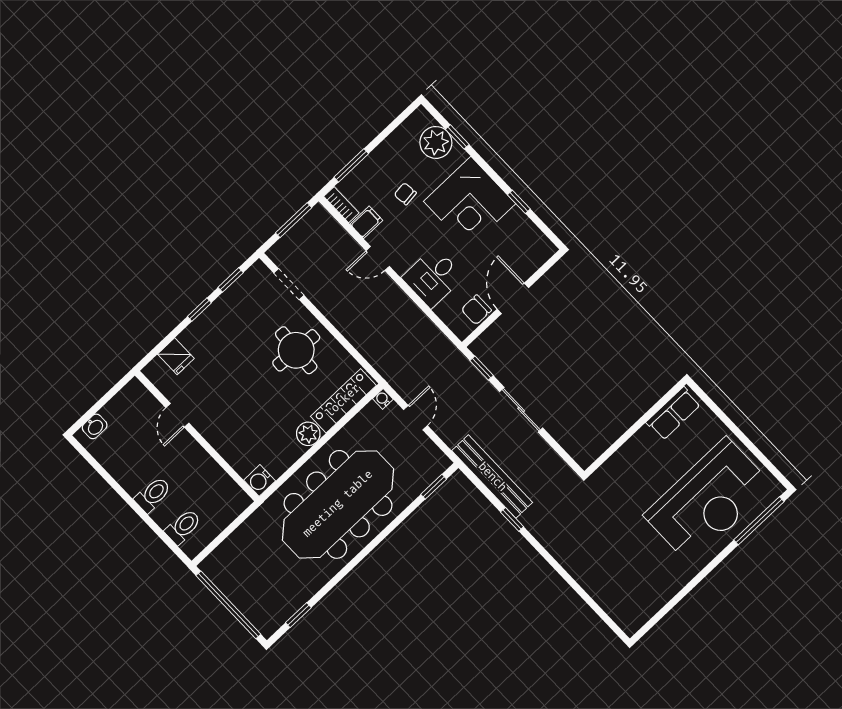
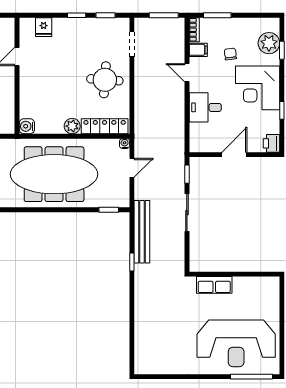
printer: (541, 248) -> (272, 143), added
chair: (476, 310) -> (211, 143), removed
row of seats: (673, 413) -> (214, 285), moved

